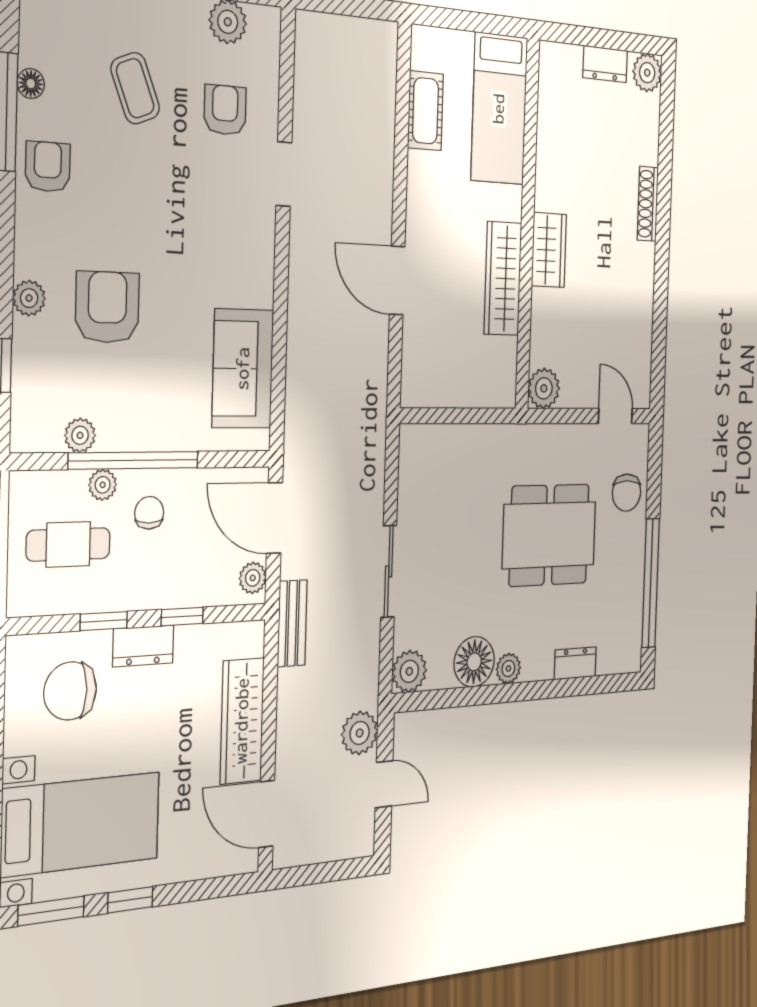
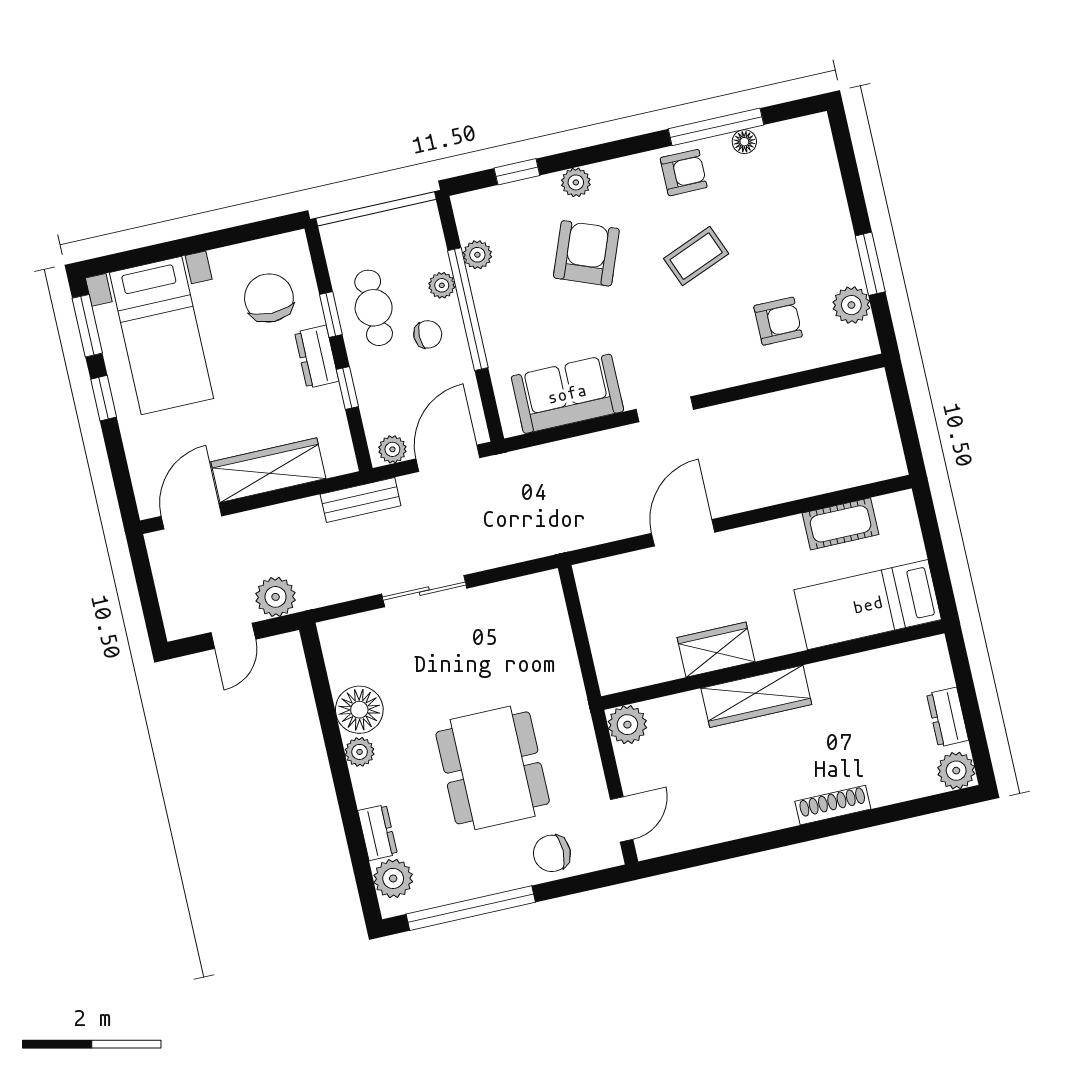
coffee table: (135, 88) -> (696, 256), moved
doorway: (284, 174) -> (665, 409), moved
wardrobe: (549, 250) -> (756, 696), width x1.50
wardrobe: (503, 278) -> (716, 650), width x0.67
armchair: (107, 307) -> (586, 253), turned -69
cafe table: (68, 544) -> (374, 308), moved
plant: (409, 671) -> (393, 878), moved

